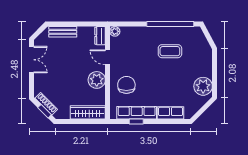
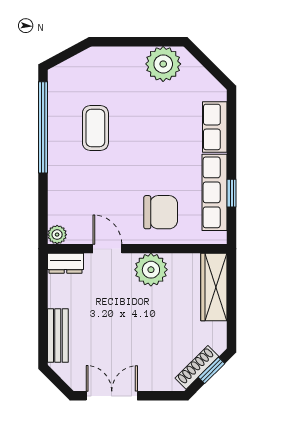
door: (108, 57) -> (107, 249), swing flipped
chair: (126, 85) -> (161, 212), turned 180

